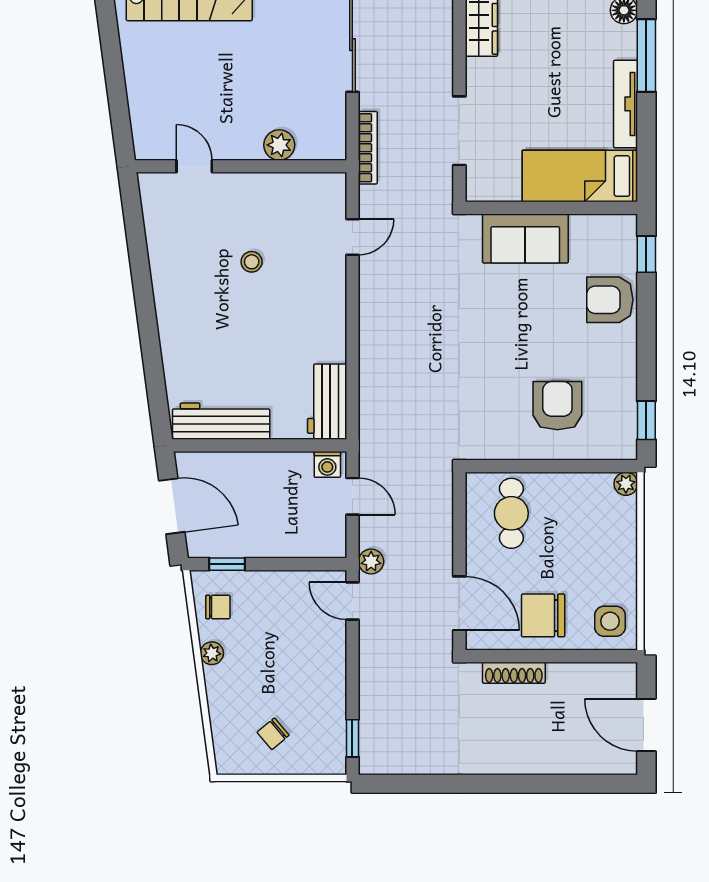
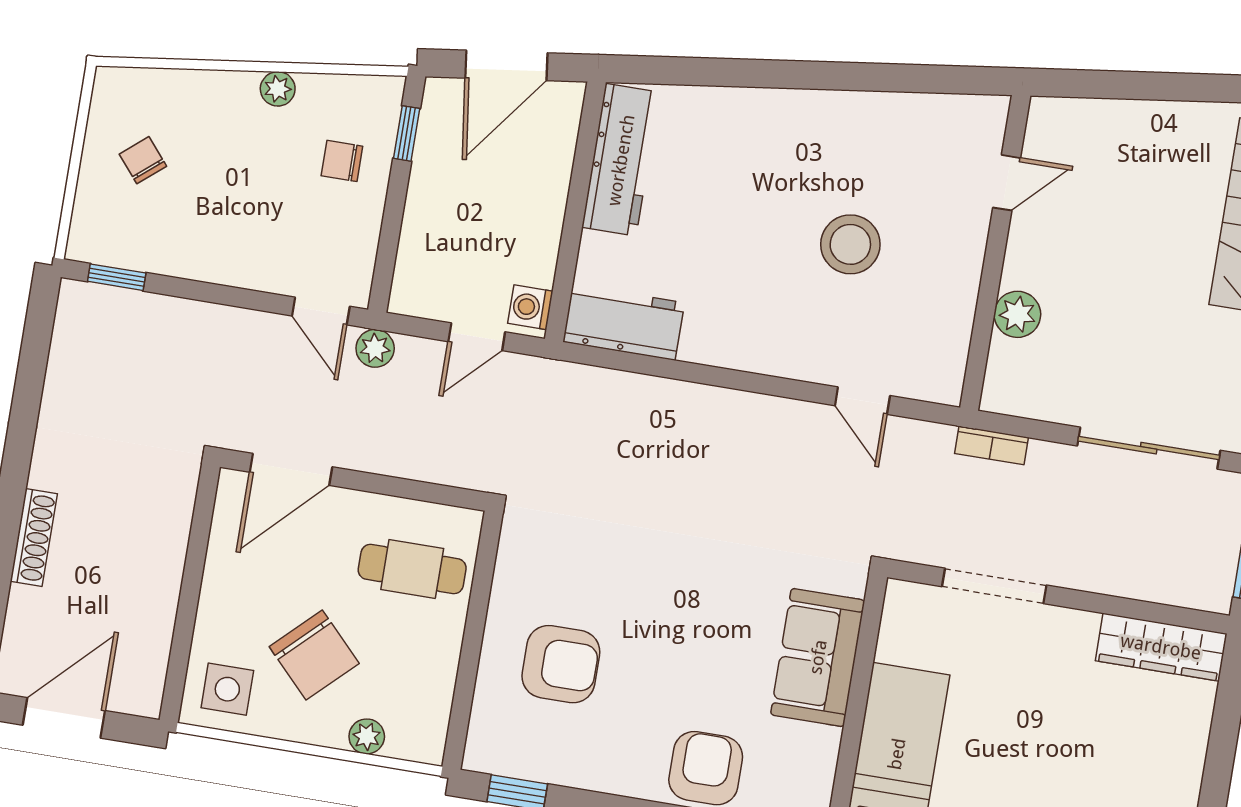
bookcase: (368, 148) -> (992, 445), width x0.64
stool: (252, 262) -> (850, 244), width x1.89, depth x1.89
plant: (626, 484) -> (367, 736), moved
door: (352, 601) -> (321, 311), swing flipped
chair: (218, 607) -> (342, 161), moved, turned 90
chair: (543, 615) -> (314, 655), moved, turned 136
shoe rack: (514, 673) -> (34, 537), moved, turned 180

